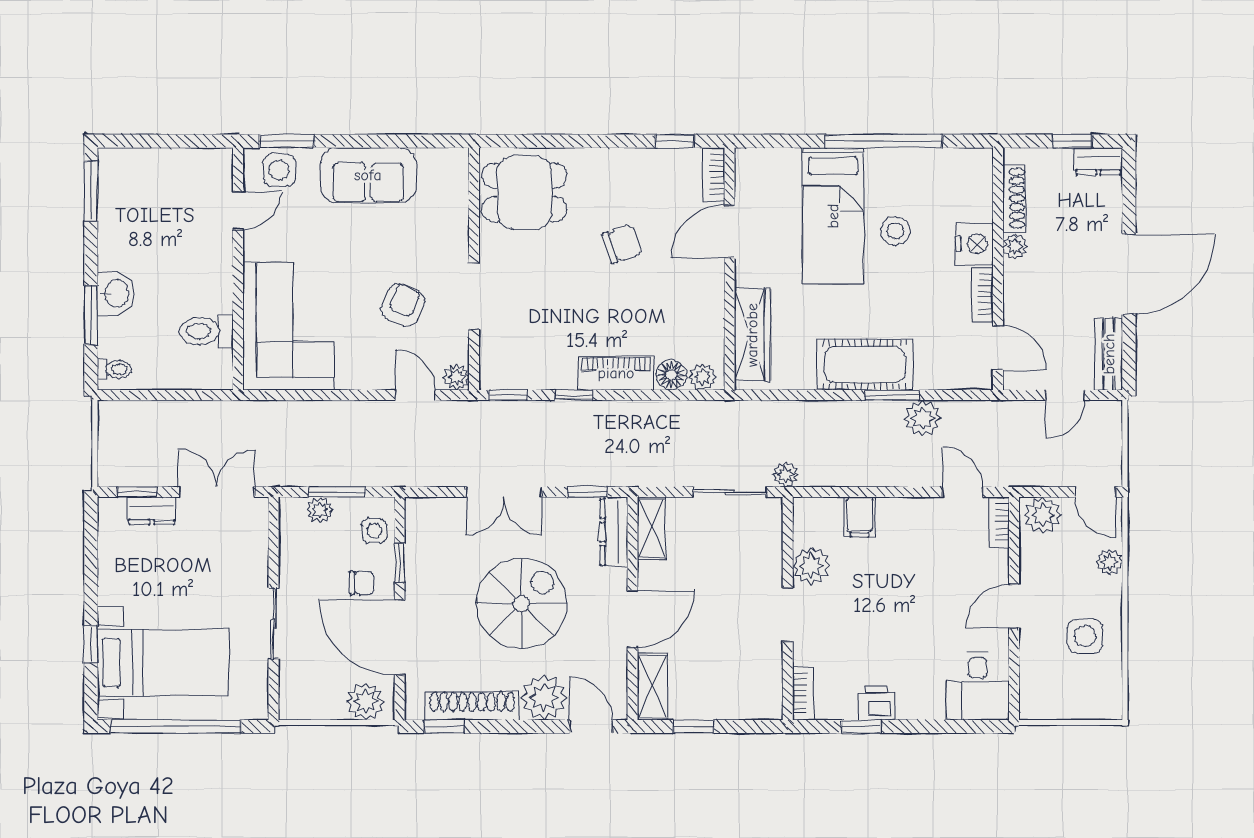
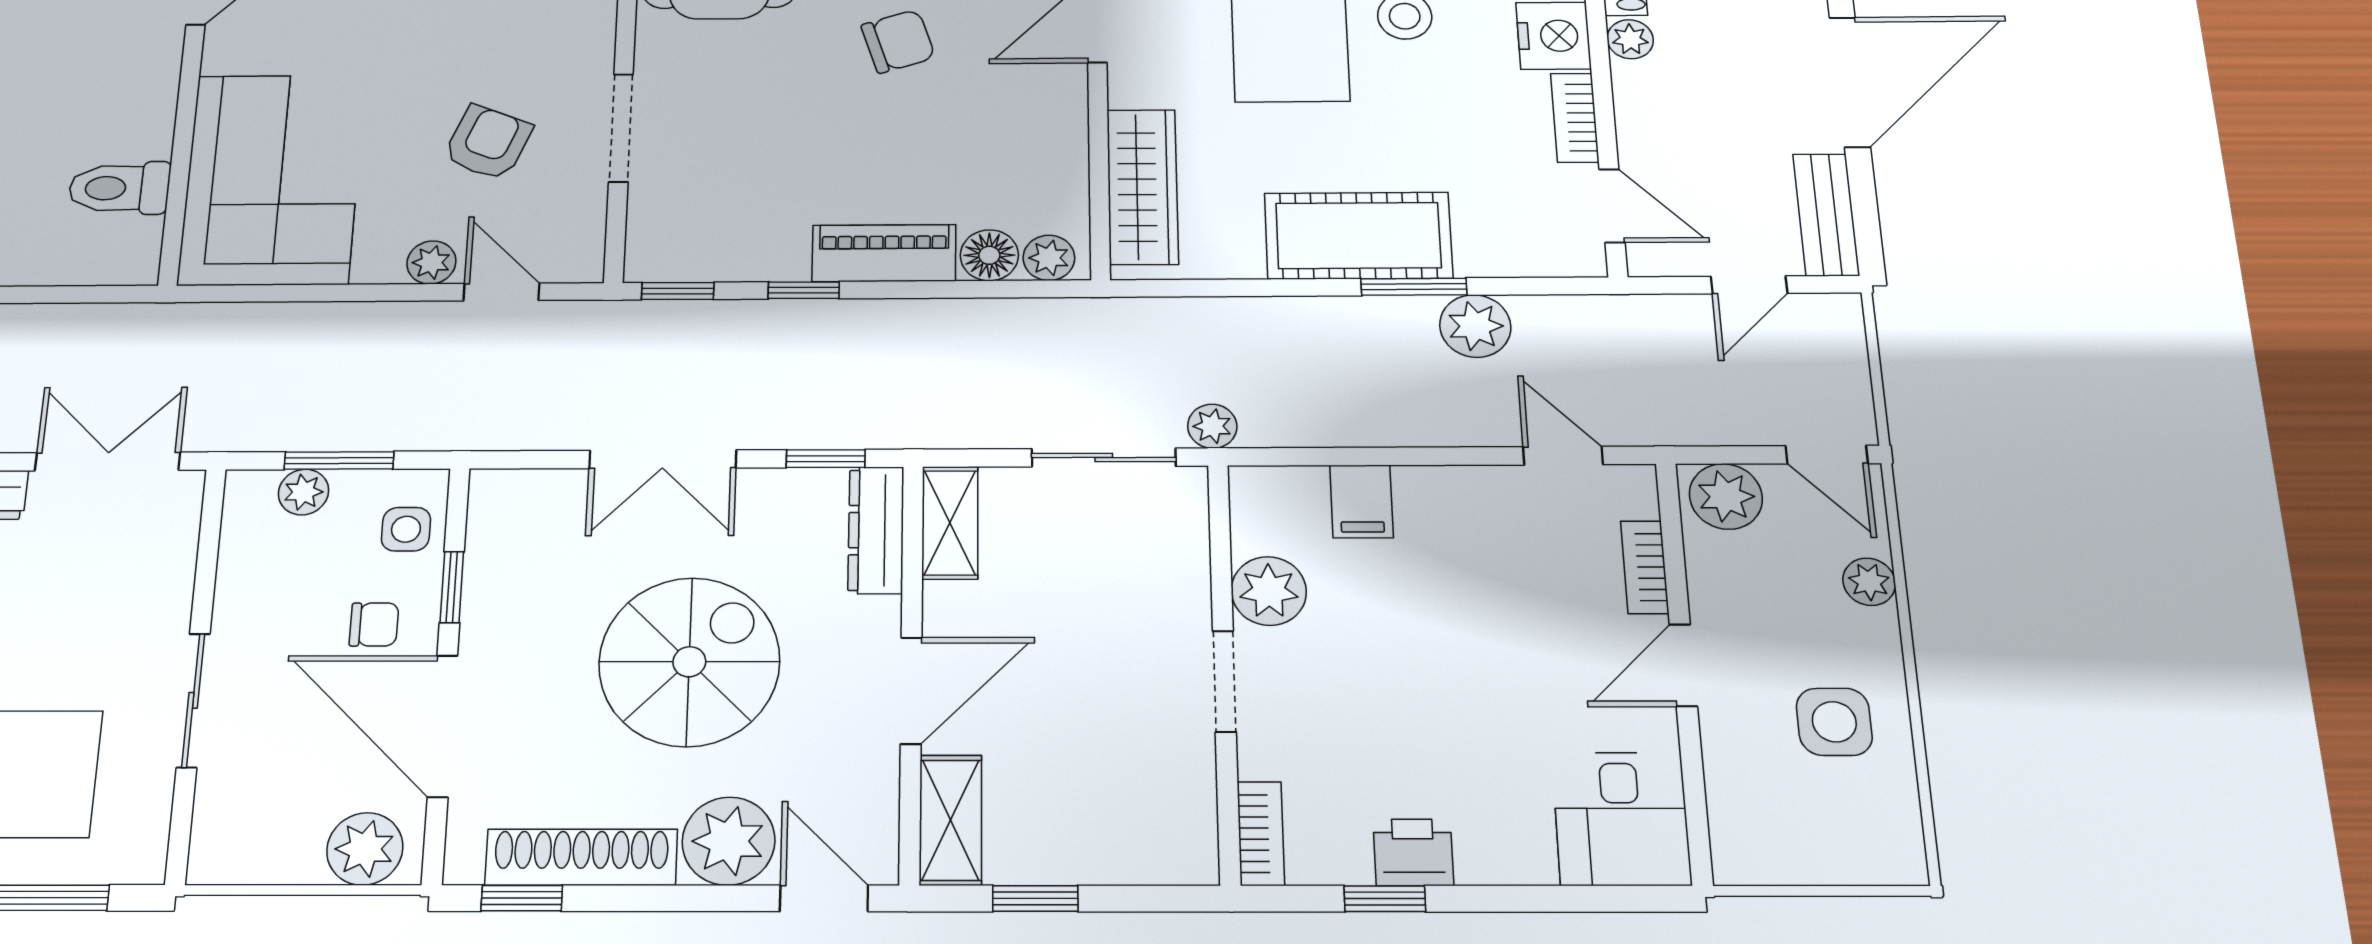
plant: (456, 377) -> (431, 262), moved
bookcase: (999, 522) -> (1645, 567), moved

